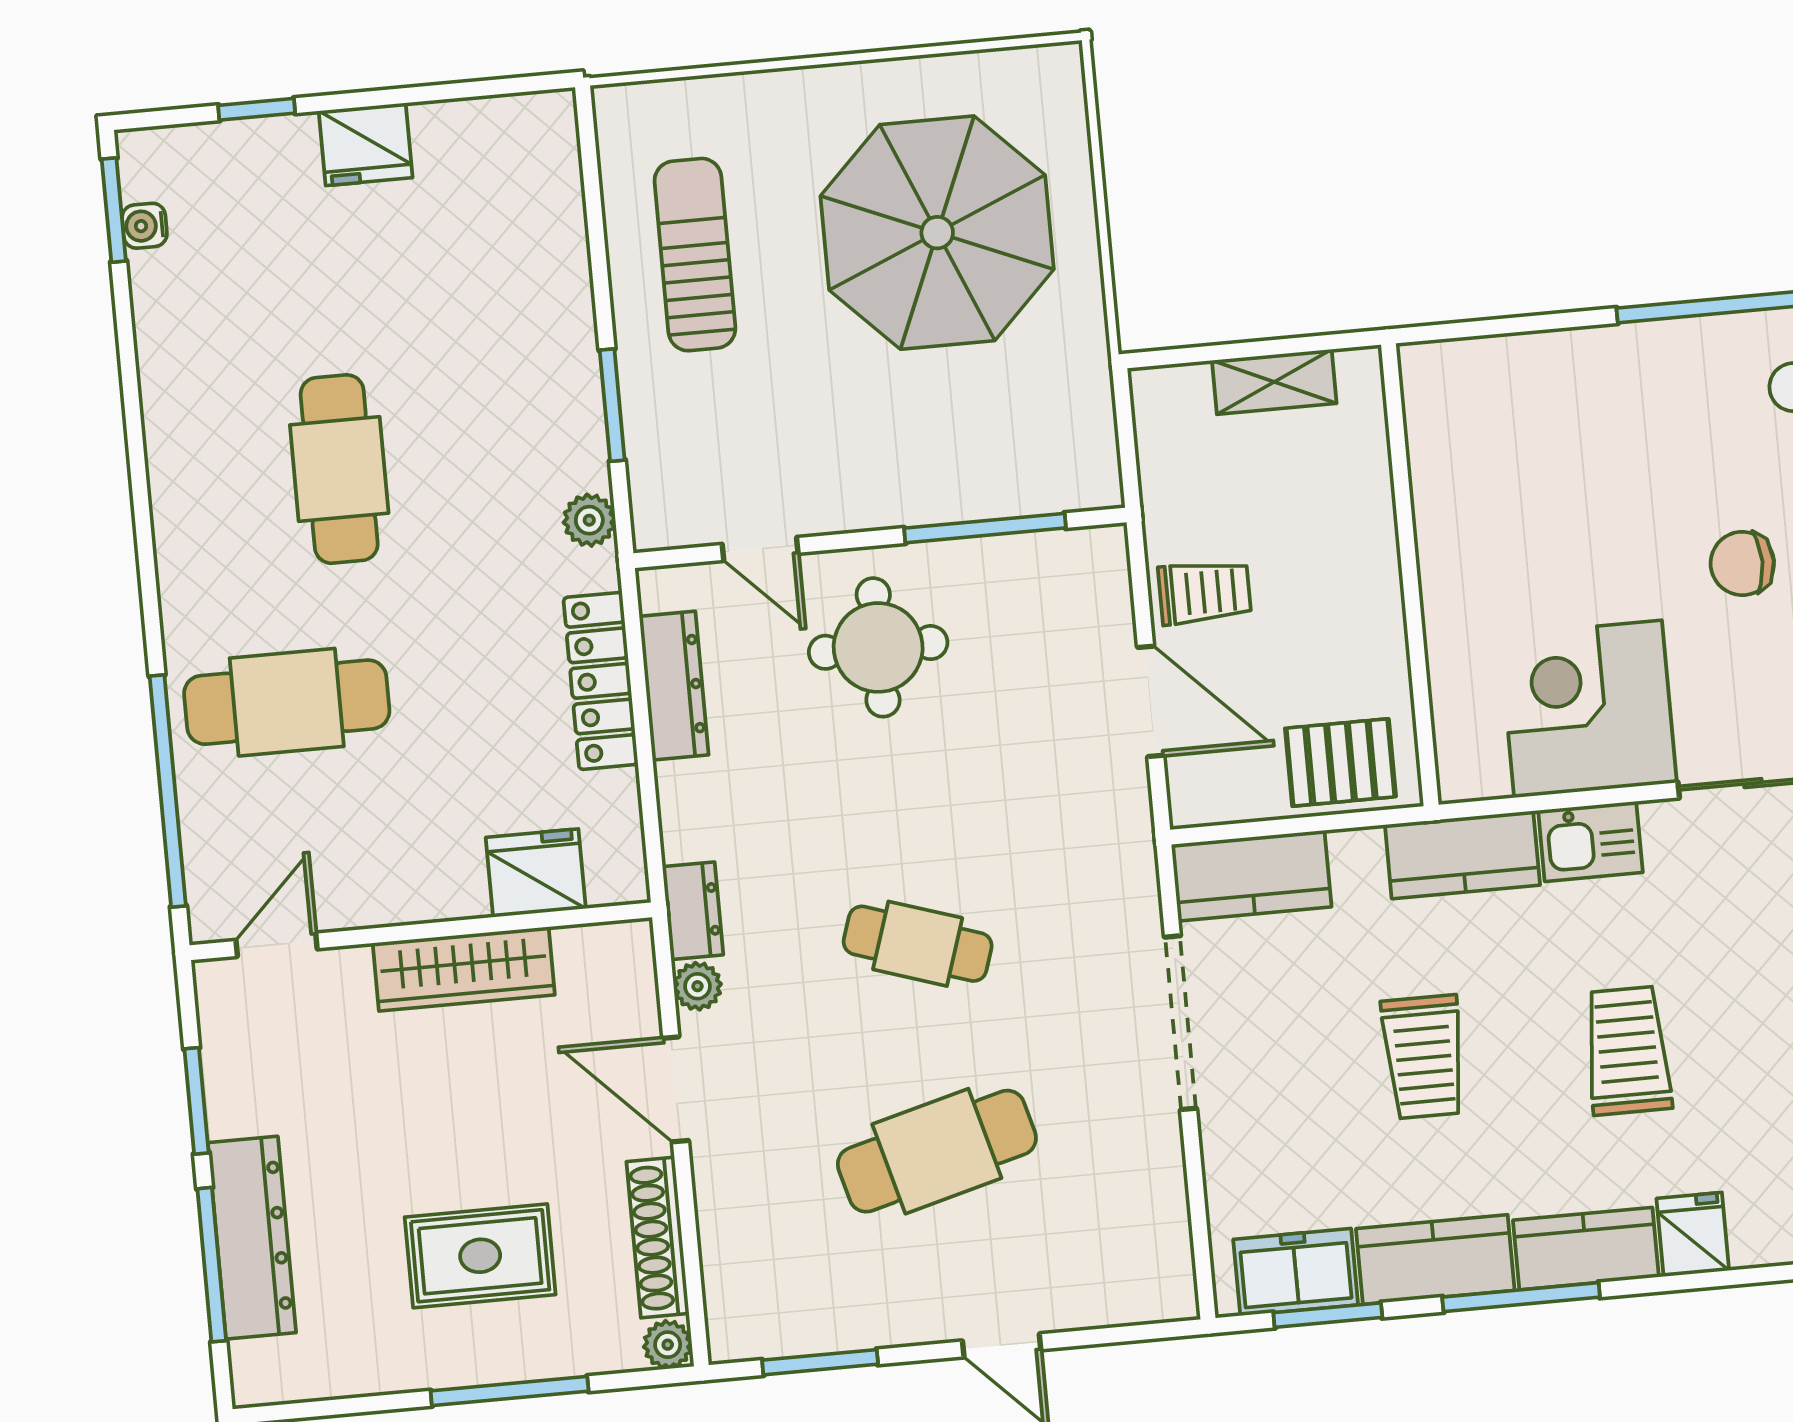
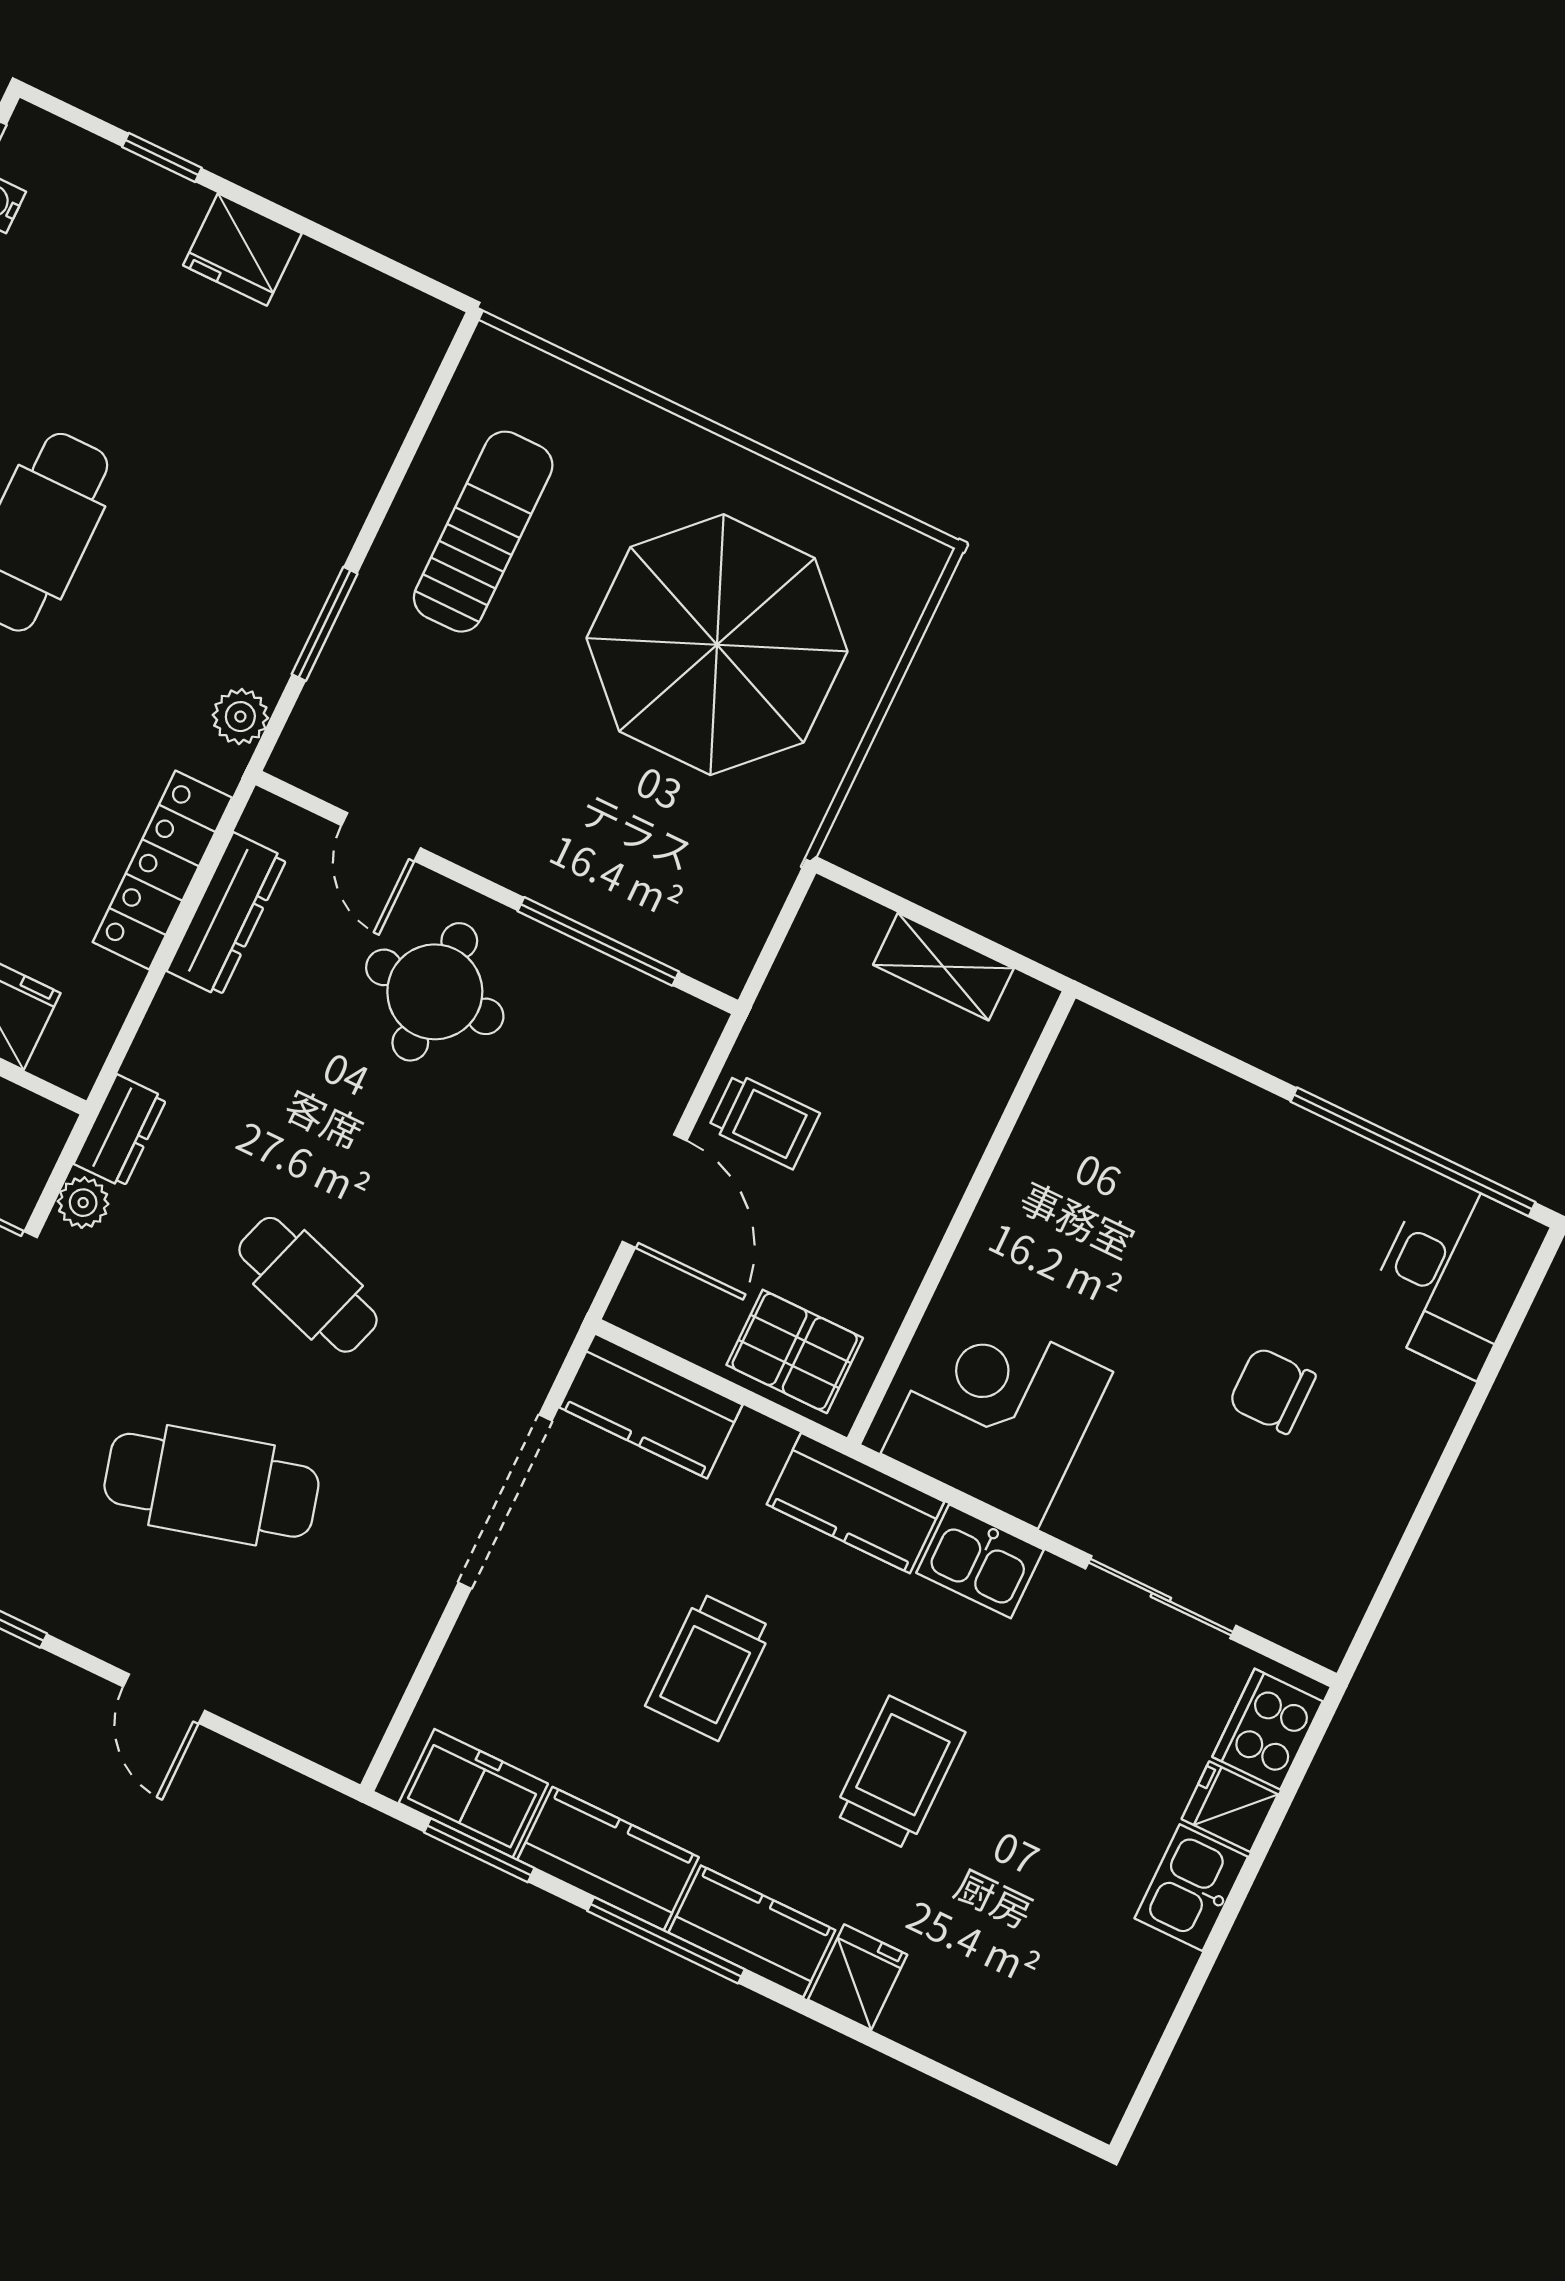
corner desk: (1588, 709) -> (997, 1413), moved

